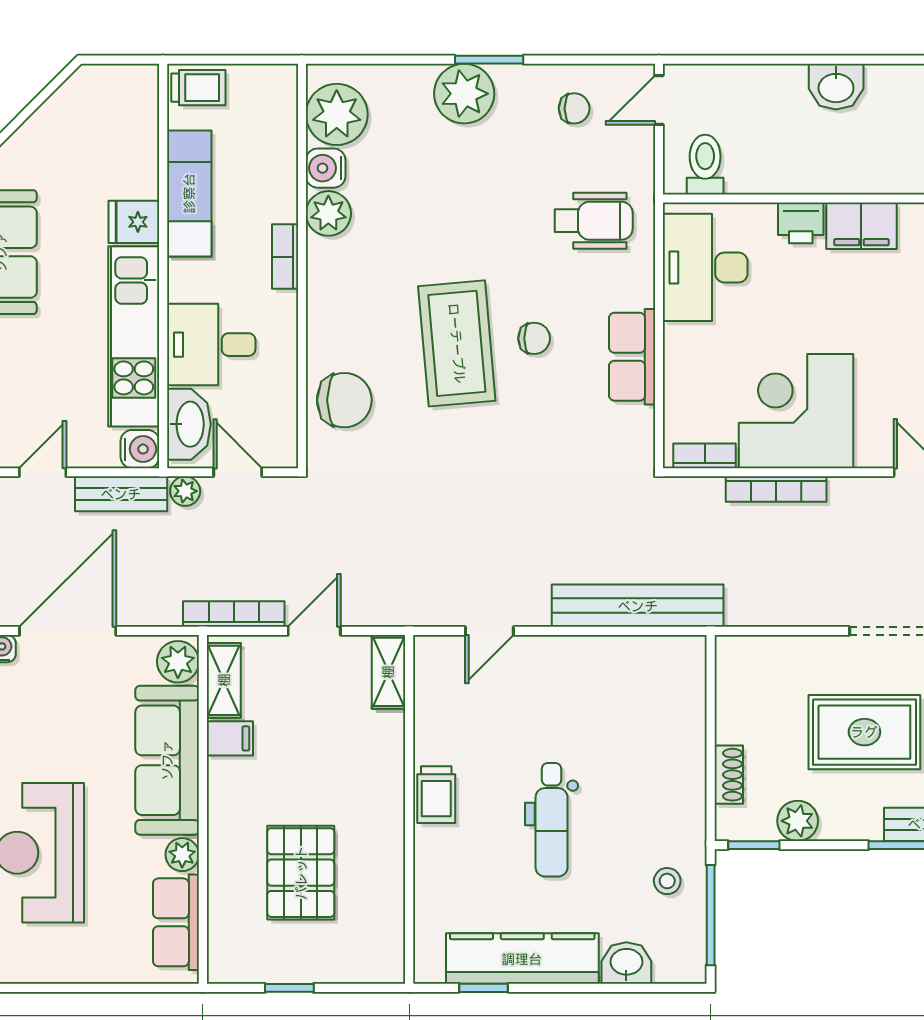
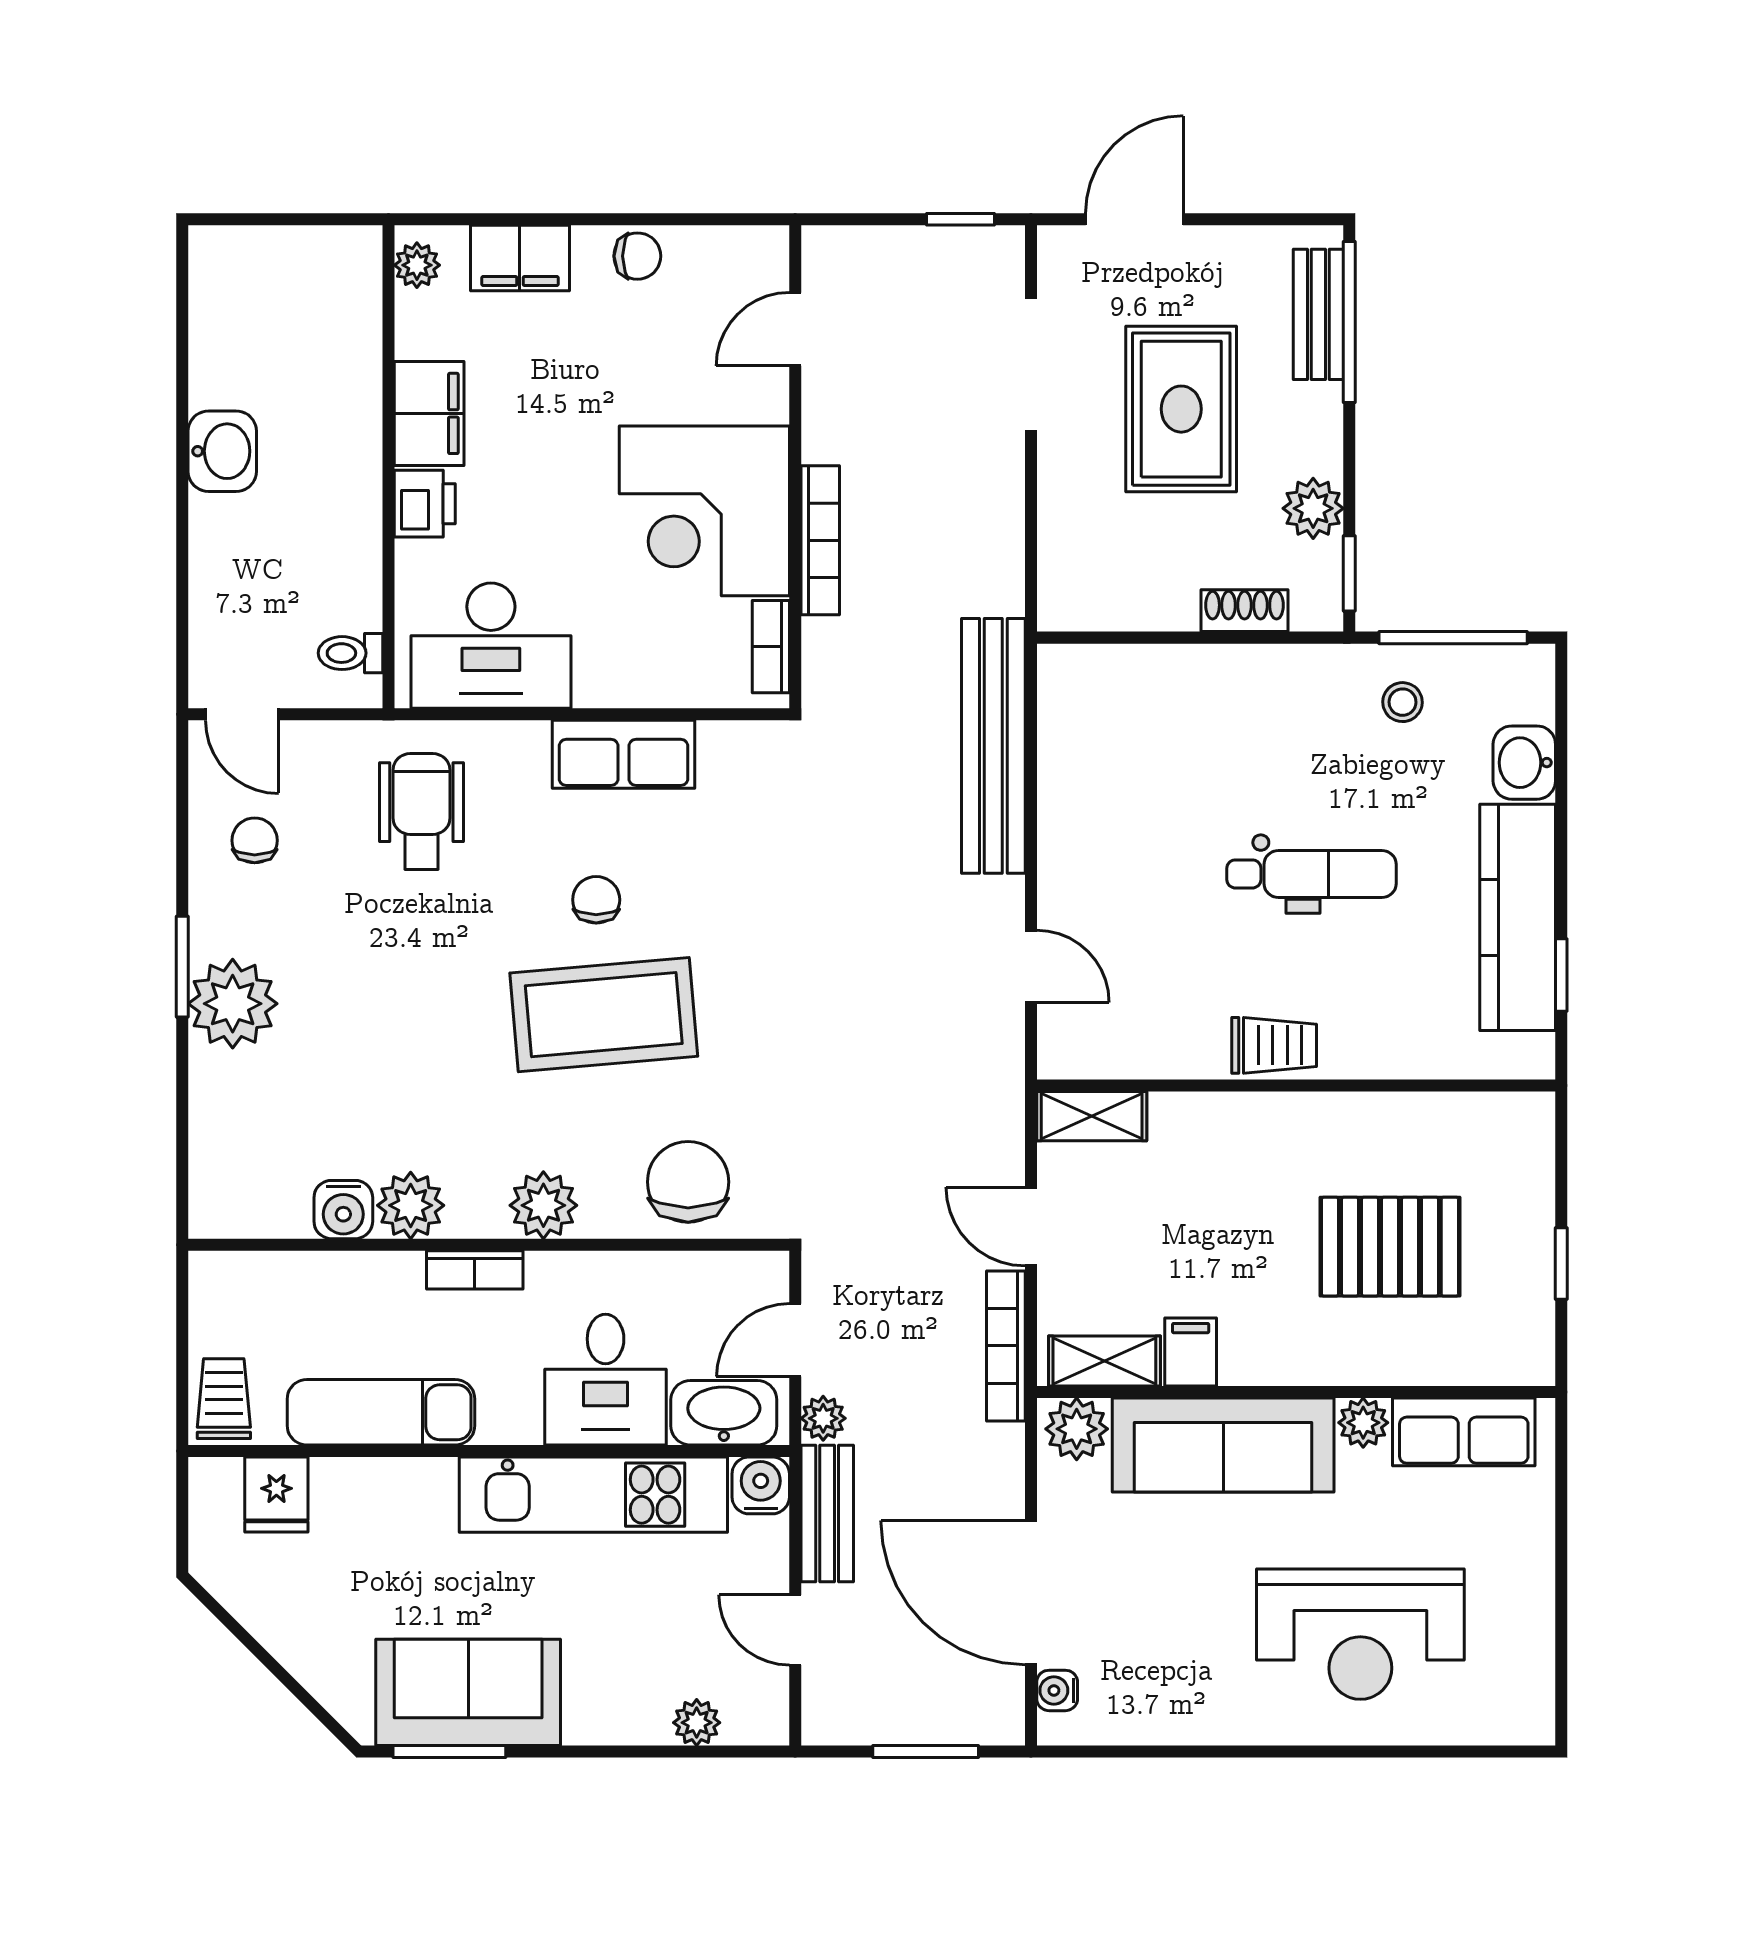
plant: (337, 114) -> (543, 1205), moved, width x0.73, depth x0.73
toilet: (705, 165) -> (350, 653), width x0.73, depth x0.72
fridge: (134, 222) -> (276, 1494), moved

